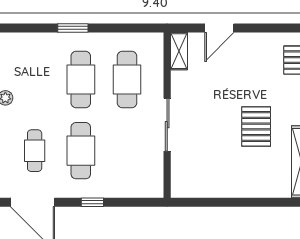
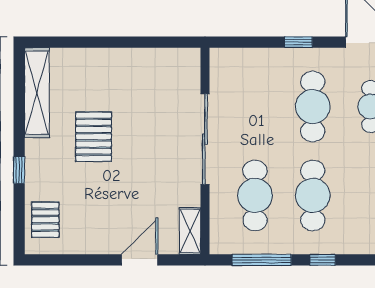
window: (73, 28) -> (323, 260), width x0.67
window: (122, 28) -> (262, 260), added
sliding door: (167, 125) -> (205, 139), width x1.36

